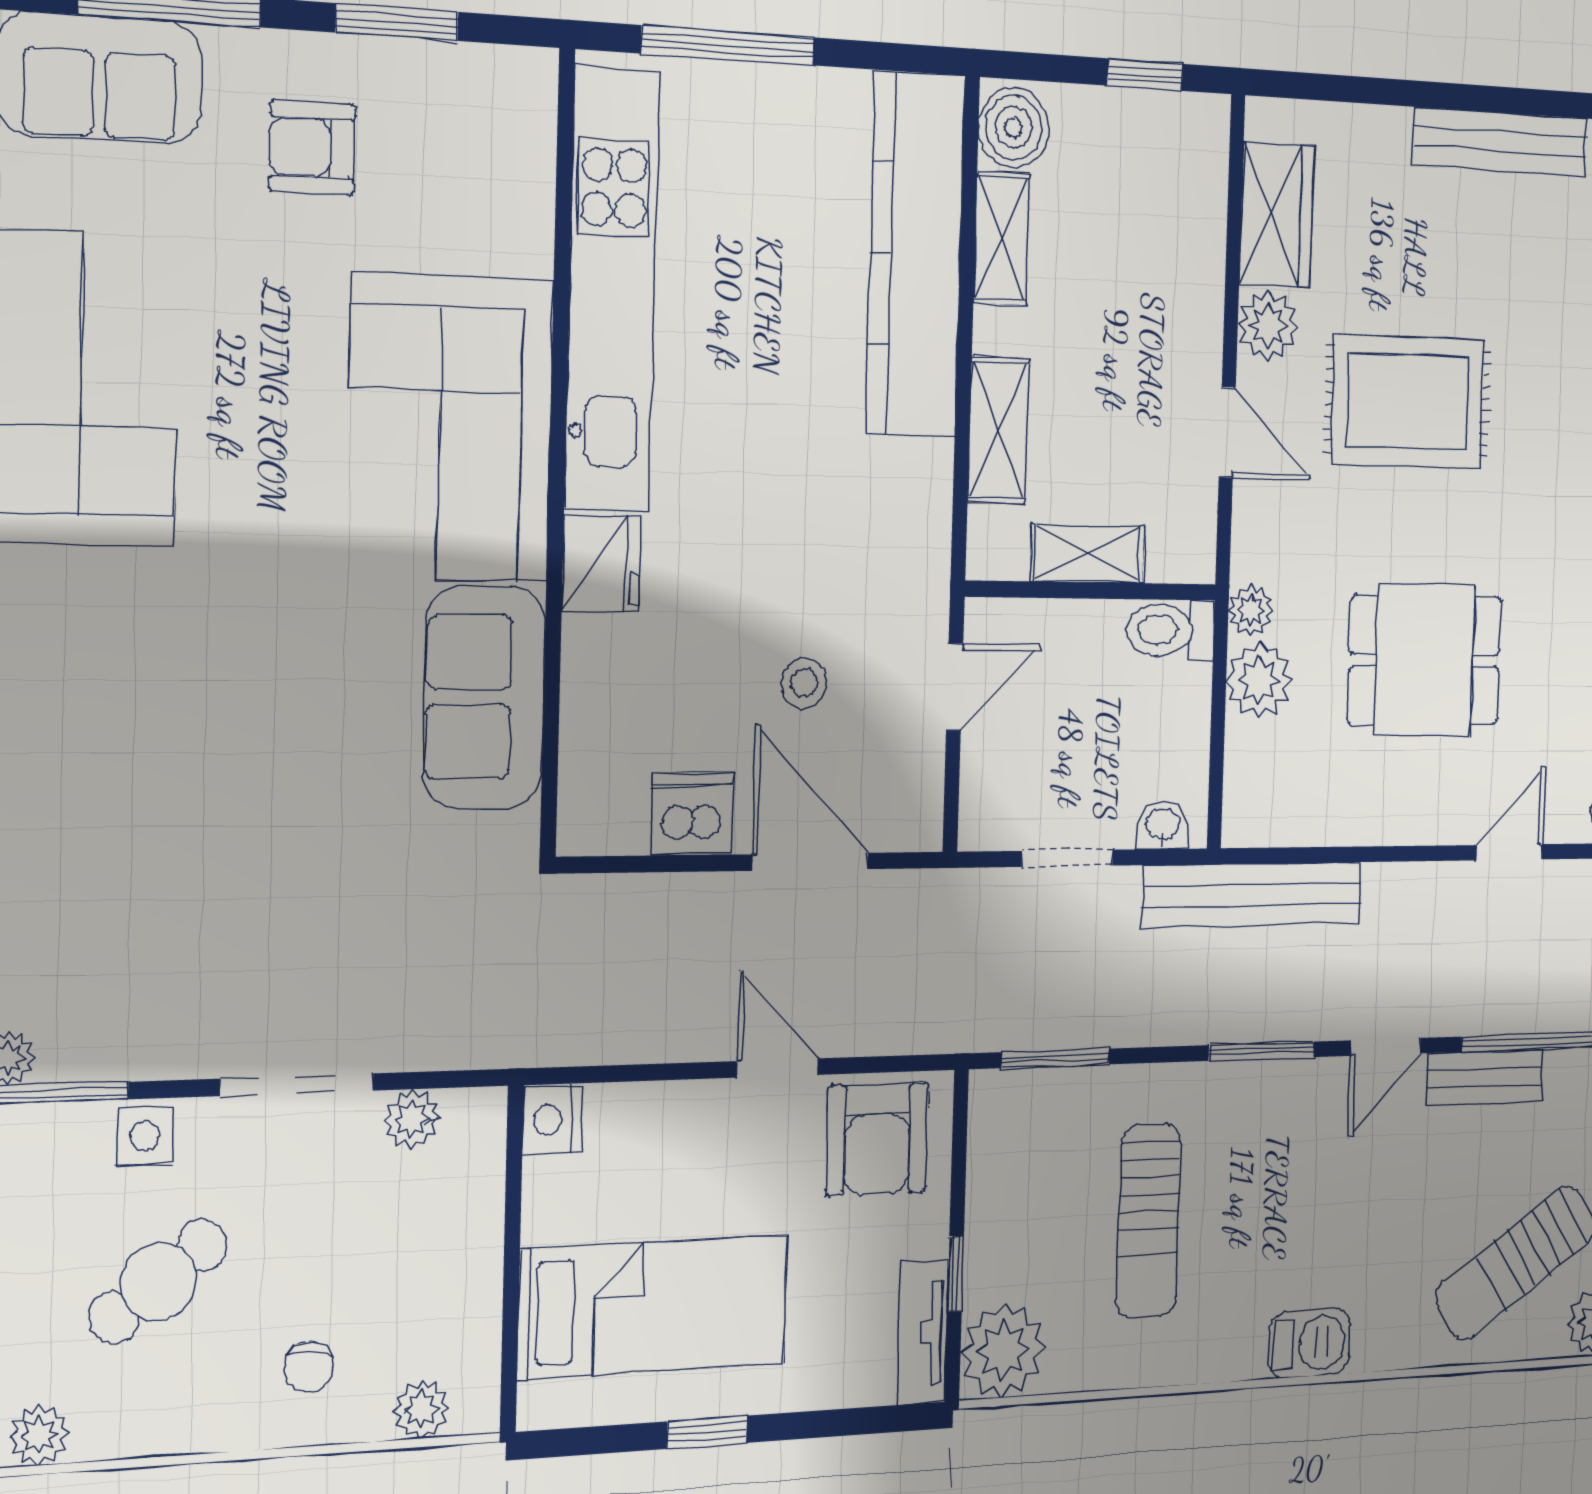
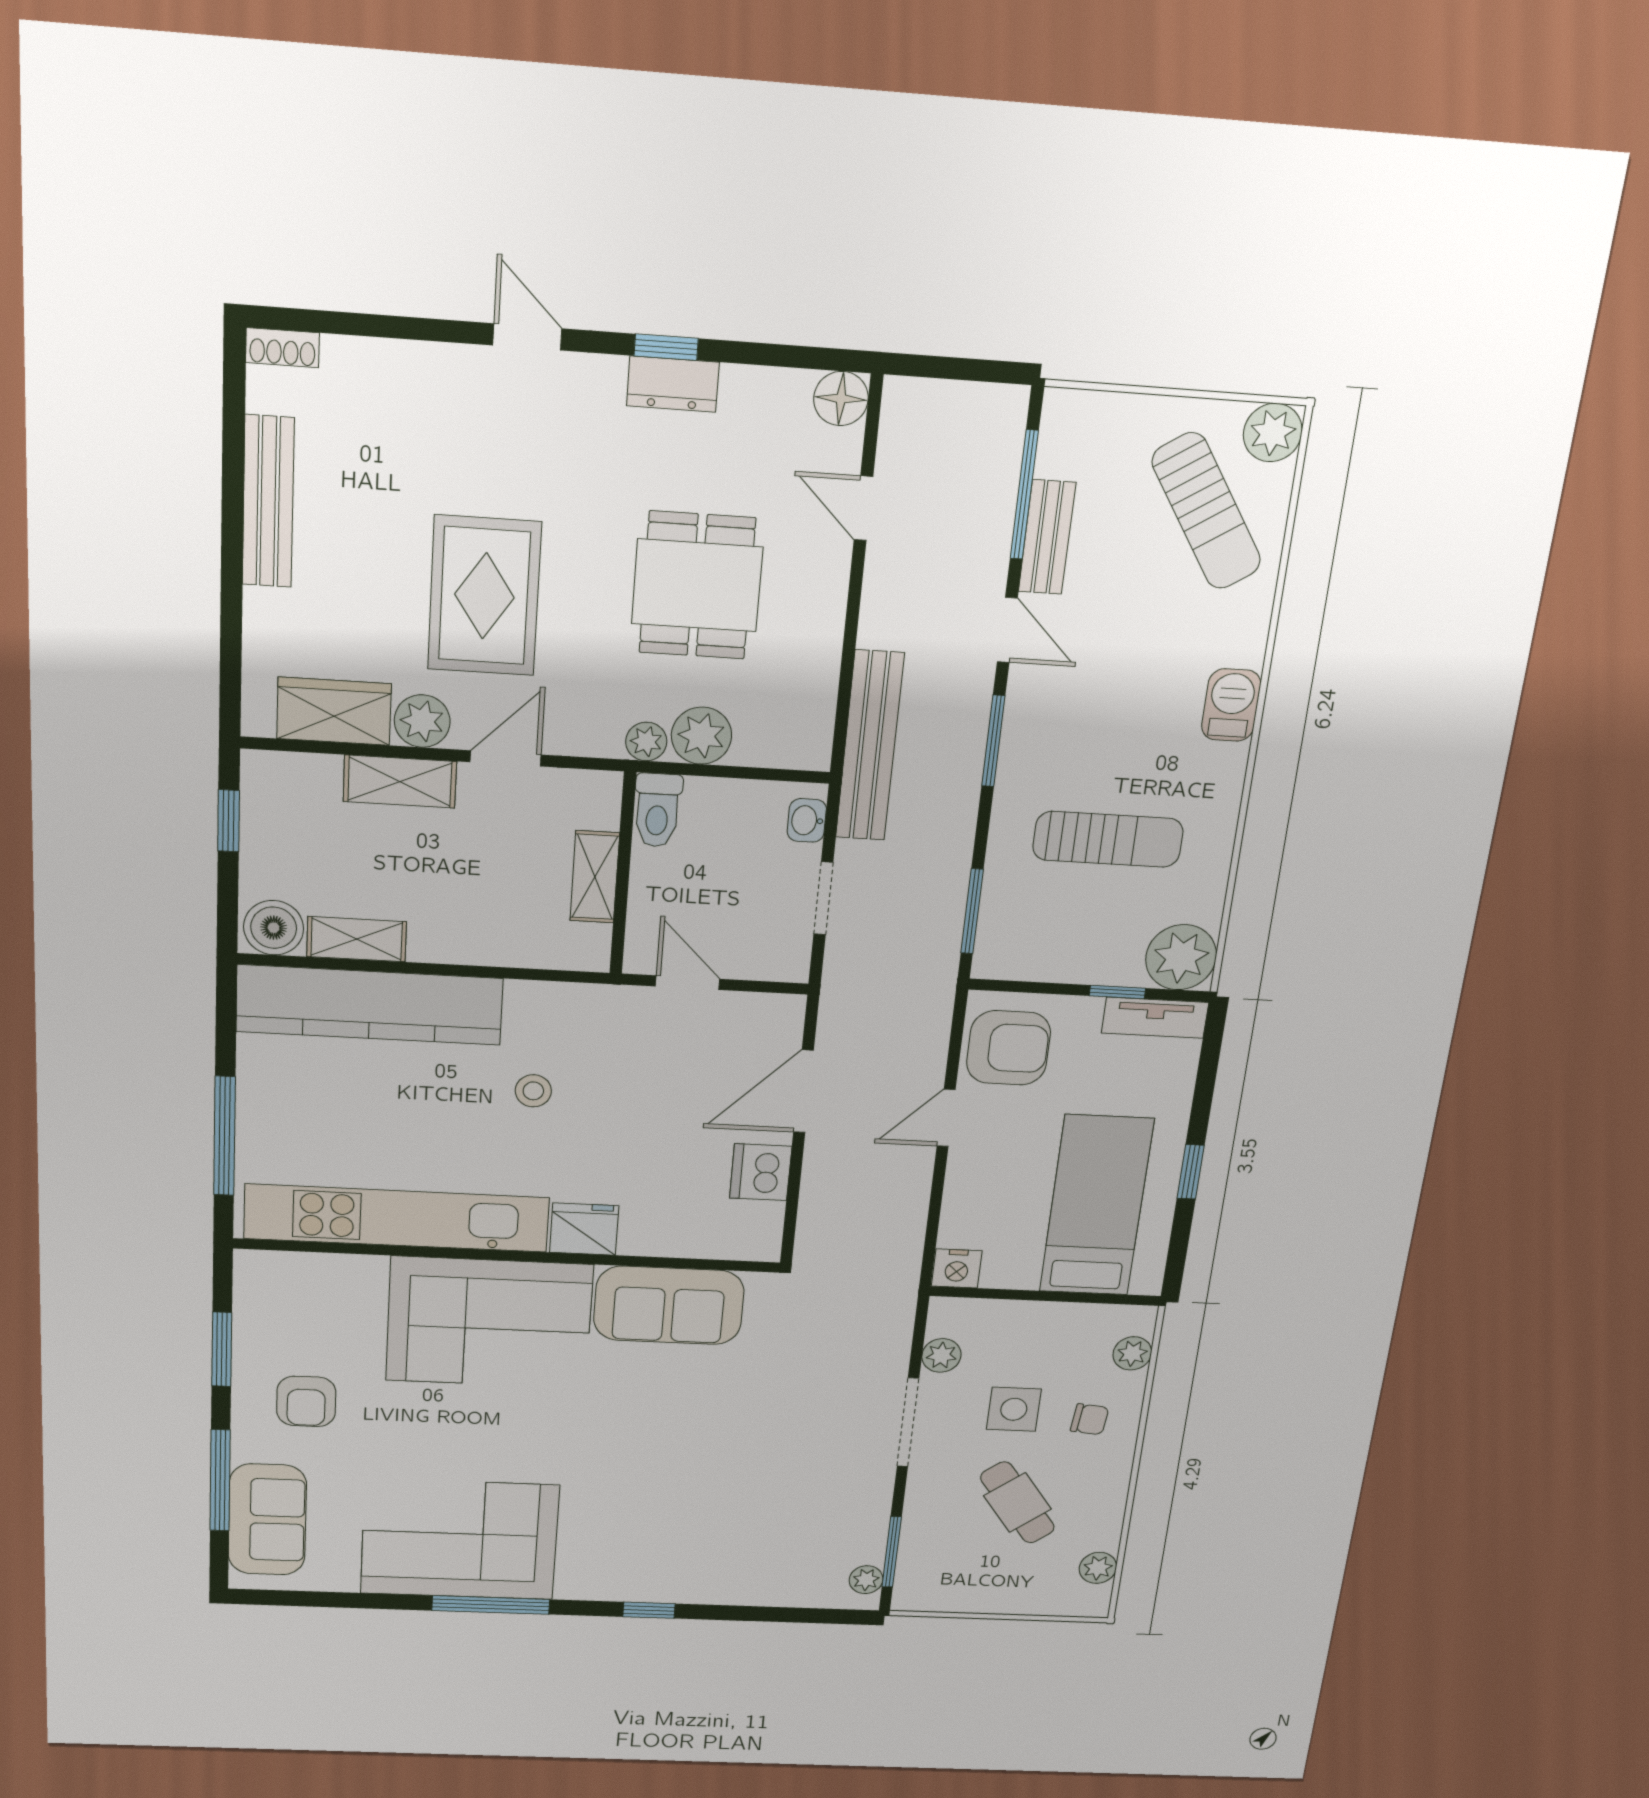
shelving: (998, 430) -> (400, 782), moved
stool: (804, 683) -> (533, 1091), moved
side table: (145, 1136) -> (1014, 1409), moved, width x1.37, depth x1.37

